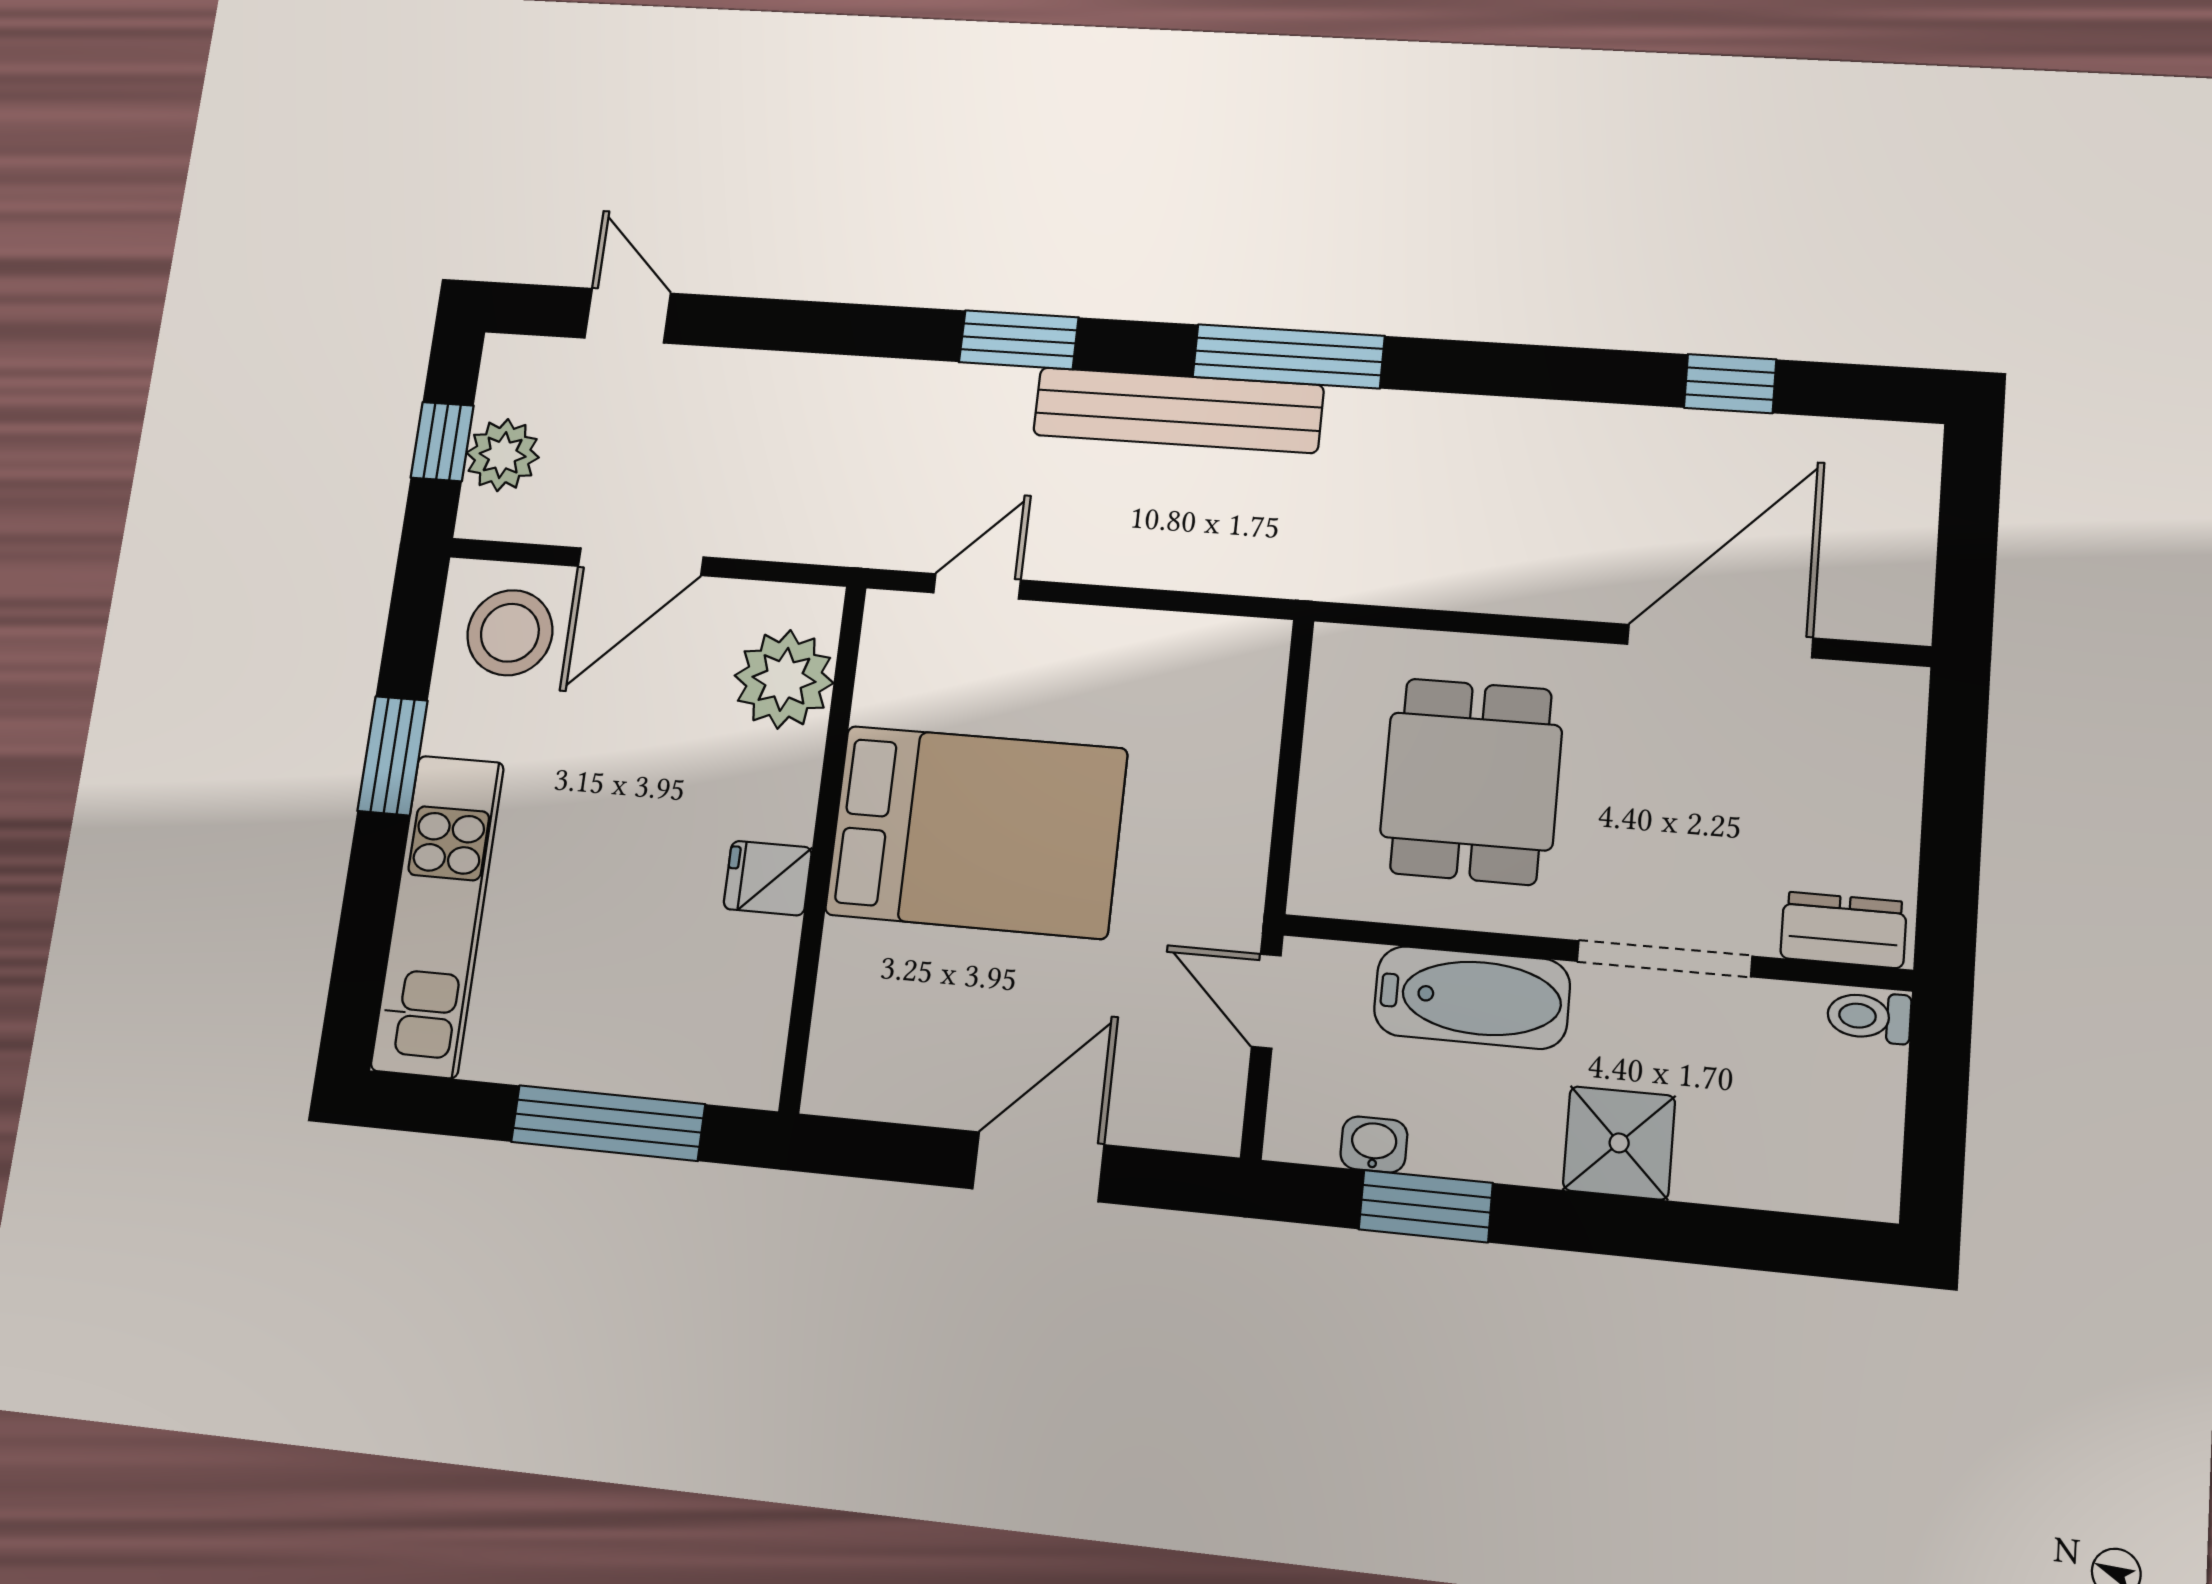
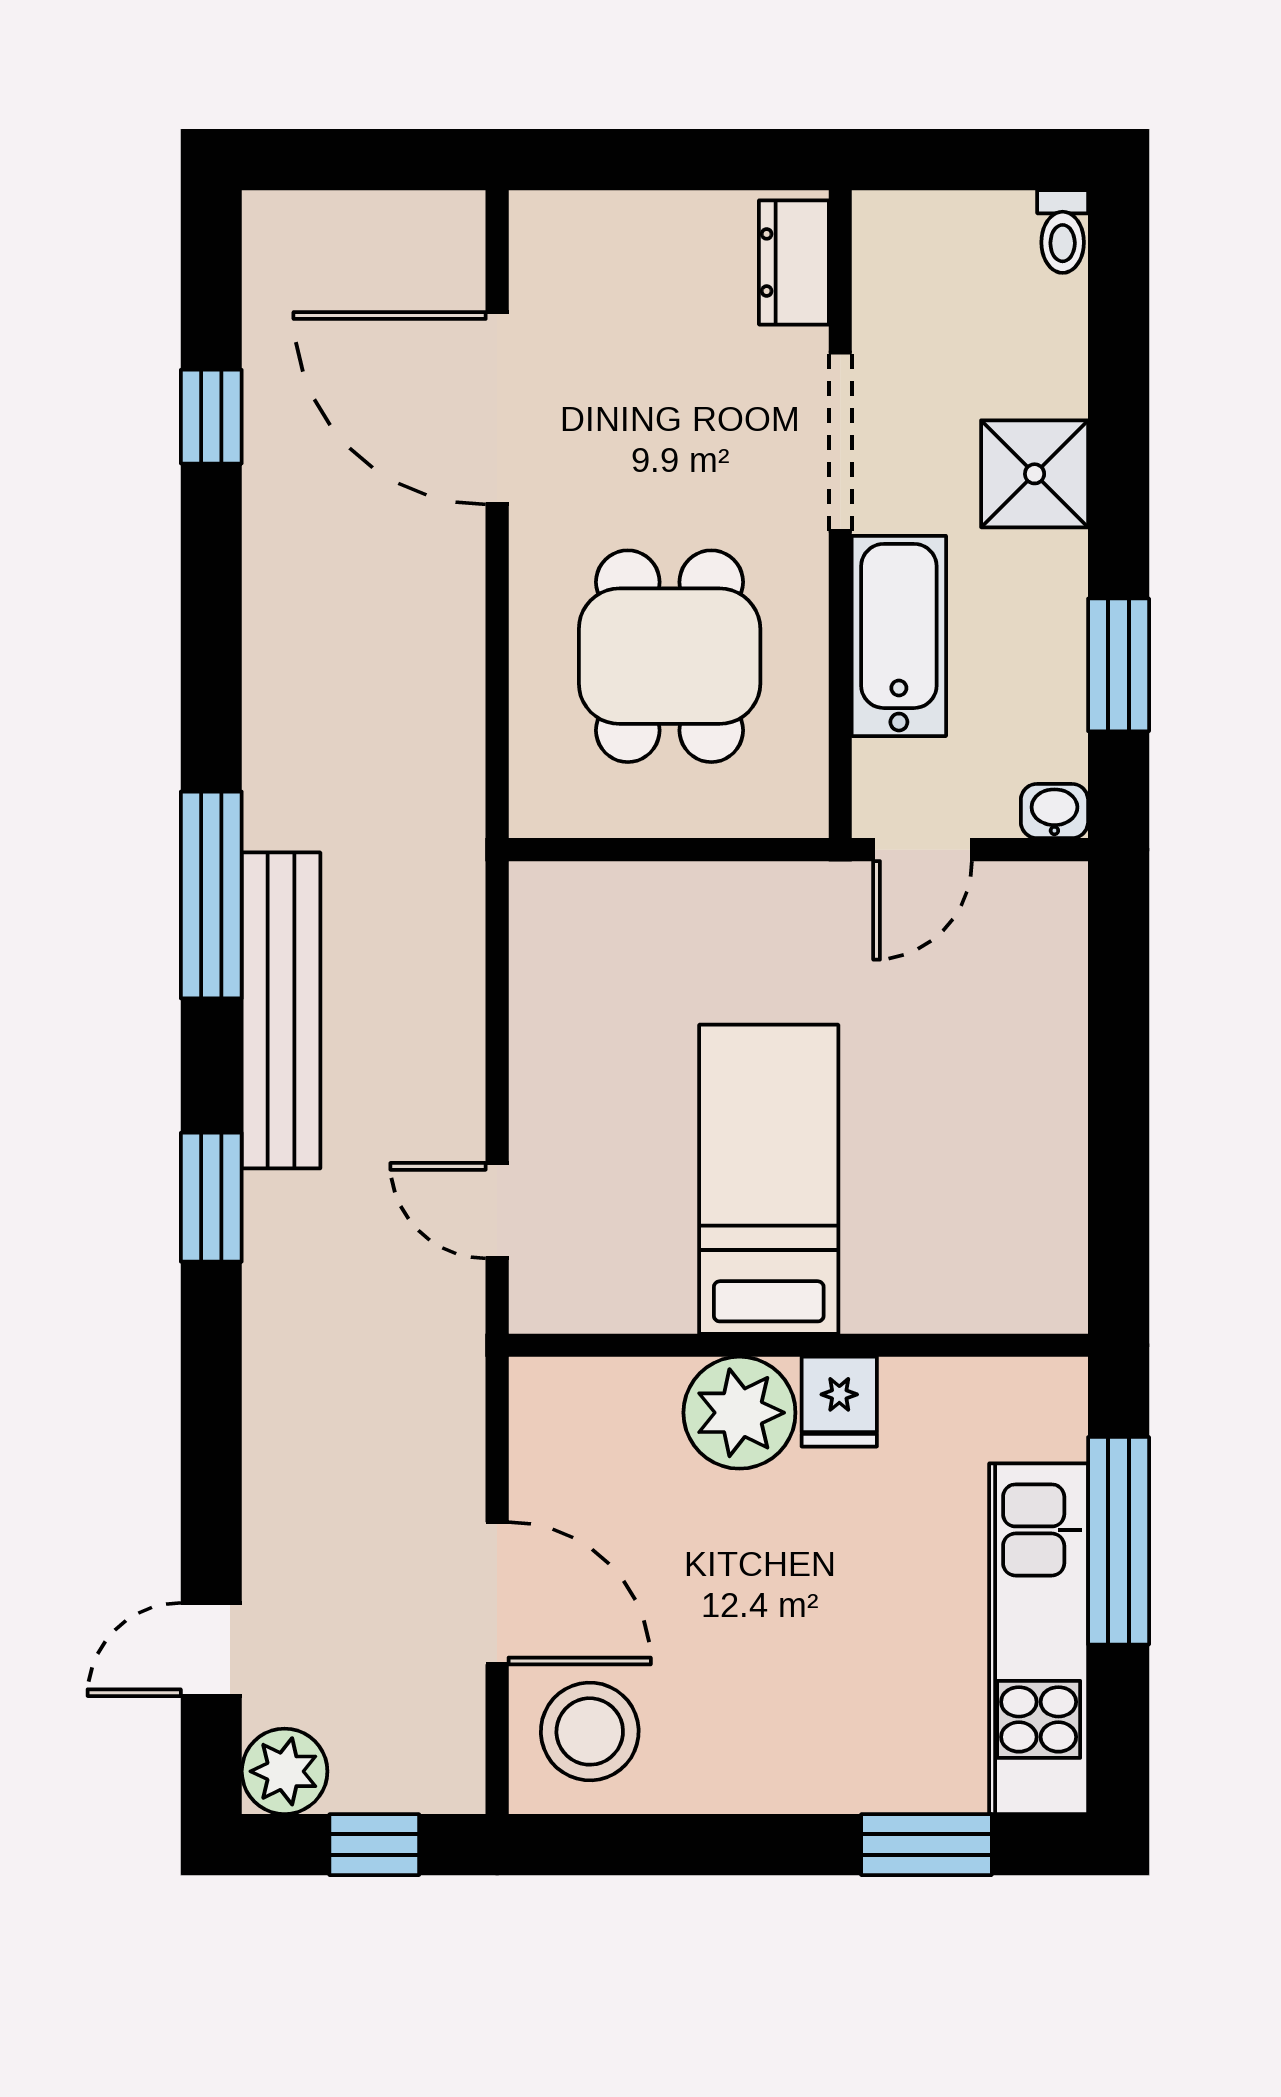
plant: (503, 455) -> (285, 1771), moved
plant: (784, 679) -> (739, 1413), moved
window: (393, 756) -> (926, 1845), moved
dining table: (1471, 781) -> (670, 656), turned 90
bed: (976, 832) -> (769, 1179), width x0.67
kitchen unit: (438, 915) -> (1039, 1639), moved, turned -90
toilet: (1869, 1017) -> (1063, 232), moved
washbasin: (1374, 1145) -> (1054, 811), moved, turned 90
door: (1038, 1167) -> (1119, 1071), removed

